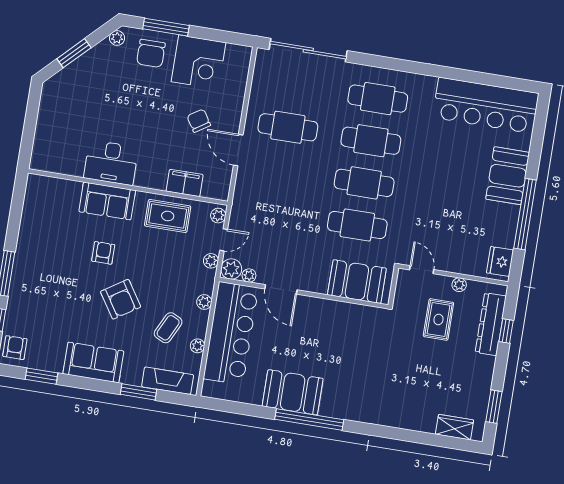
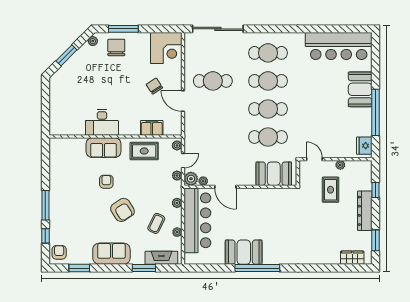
chair: (151, 53) -> (116, 47), turned 180
corner desk: (199, 62) -> (166, 48), moved
dresser: (491, 324) -> (365, 211), moved

